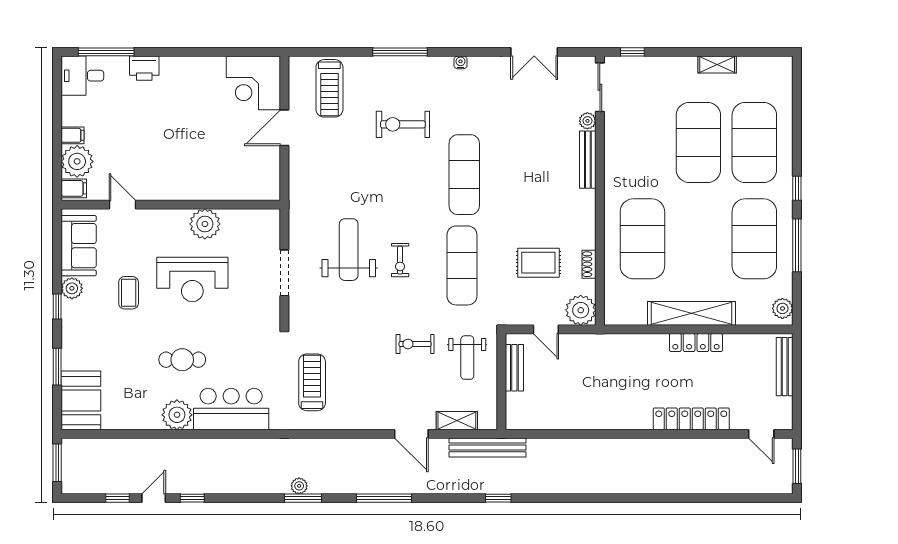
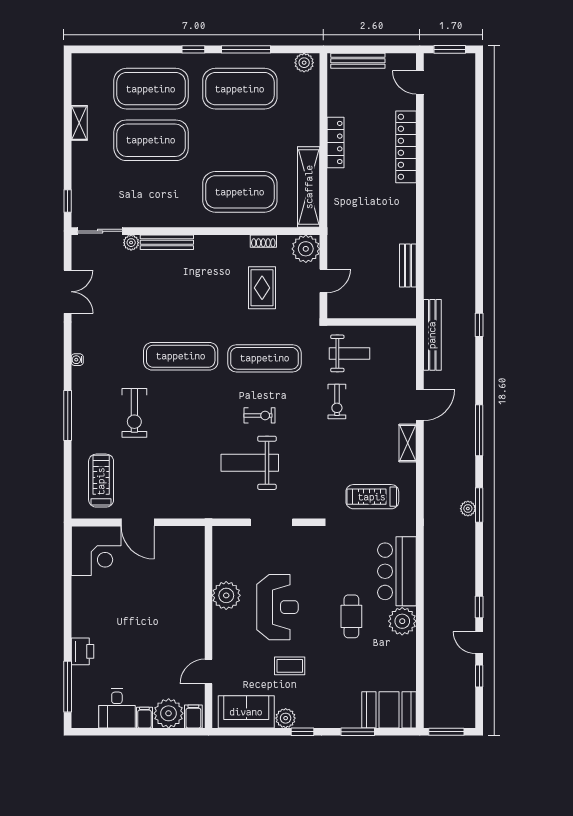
desk: (82, 76) -> (117, 708), moved
treadmill: (329, 88) -> (101, 481), turned -90
shelving: (691, 313) -> (309, 187), moved
bench: (514, 368) -> (408, 265), moved, turned 90
shelving: (457, 421) -> (408, 443), moved
door: (761, 434) -> (420, 82), swing flipped

